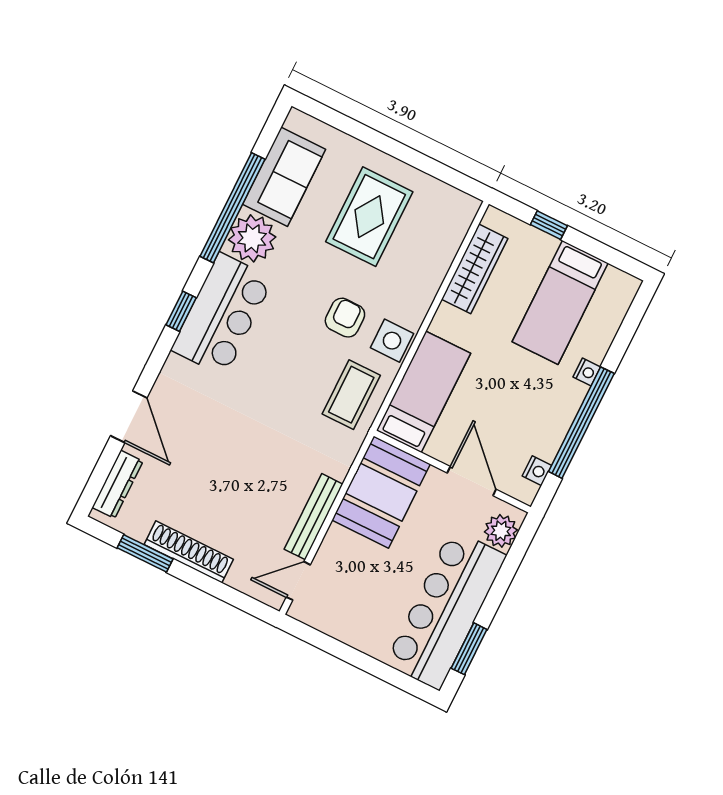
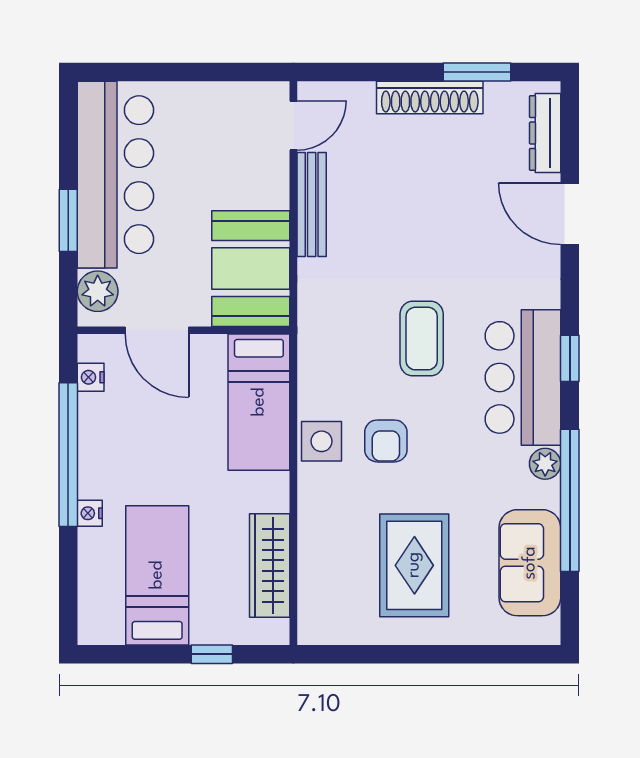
plant: (252, 238) -> (545, 464), width x0.53, depth x0.53
coffee table: (351, 395) -> (422, 339), moved
window: (469, 649) -> (68, 220), moved

